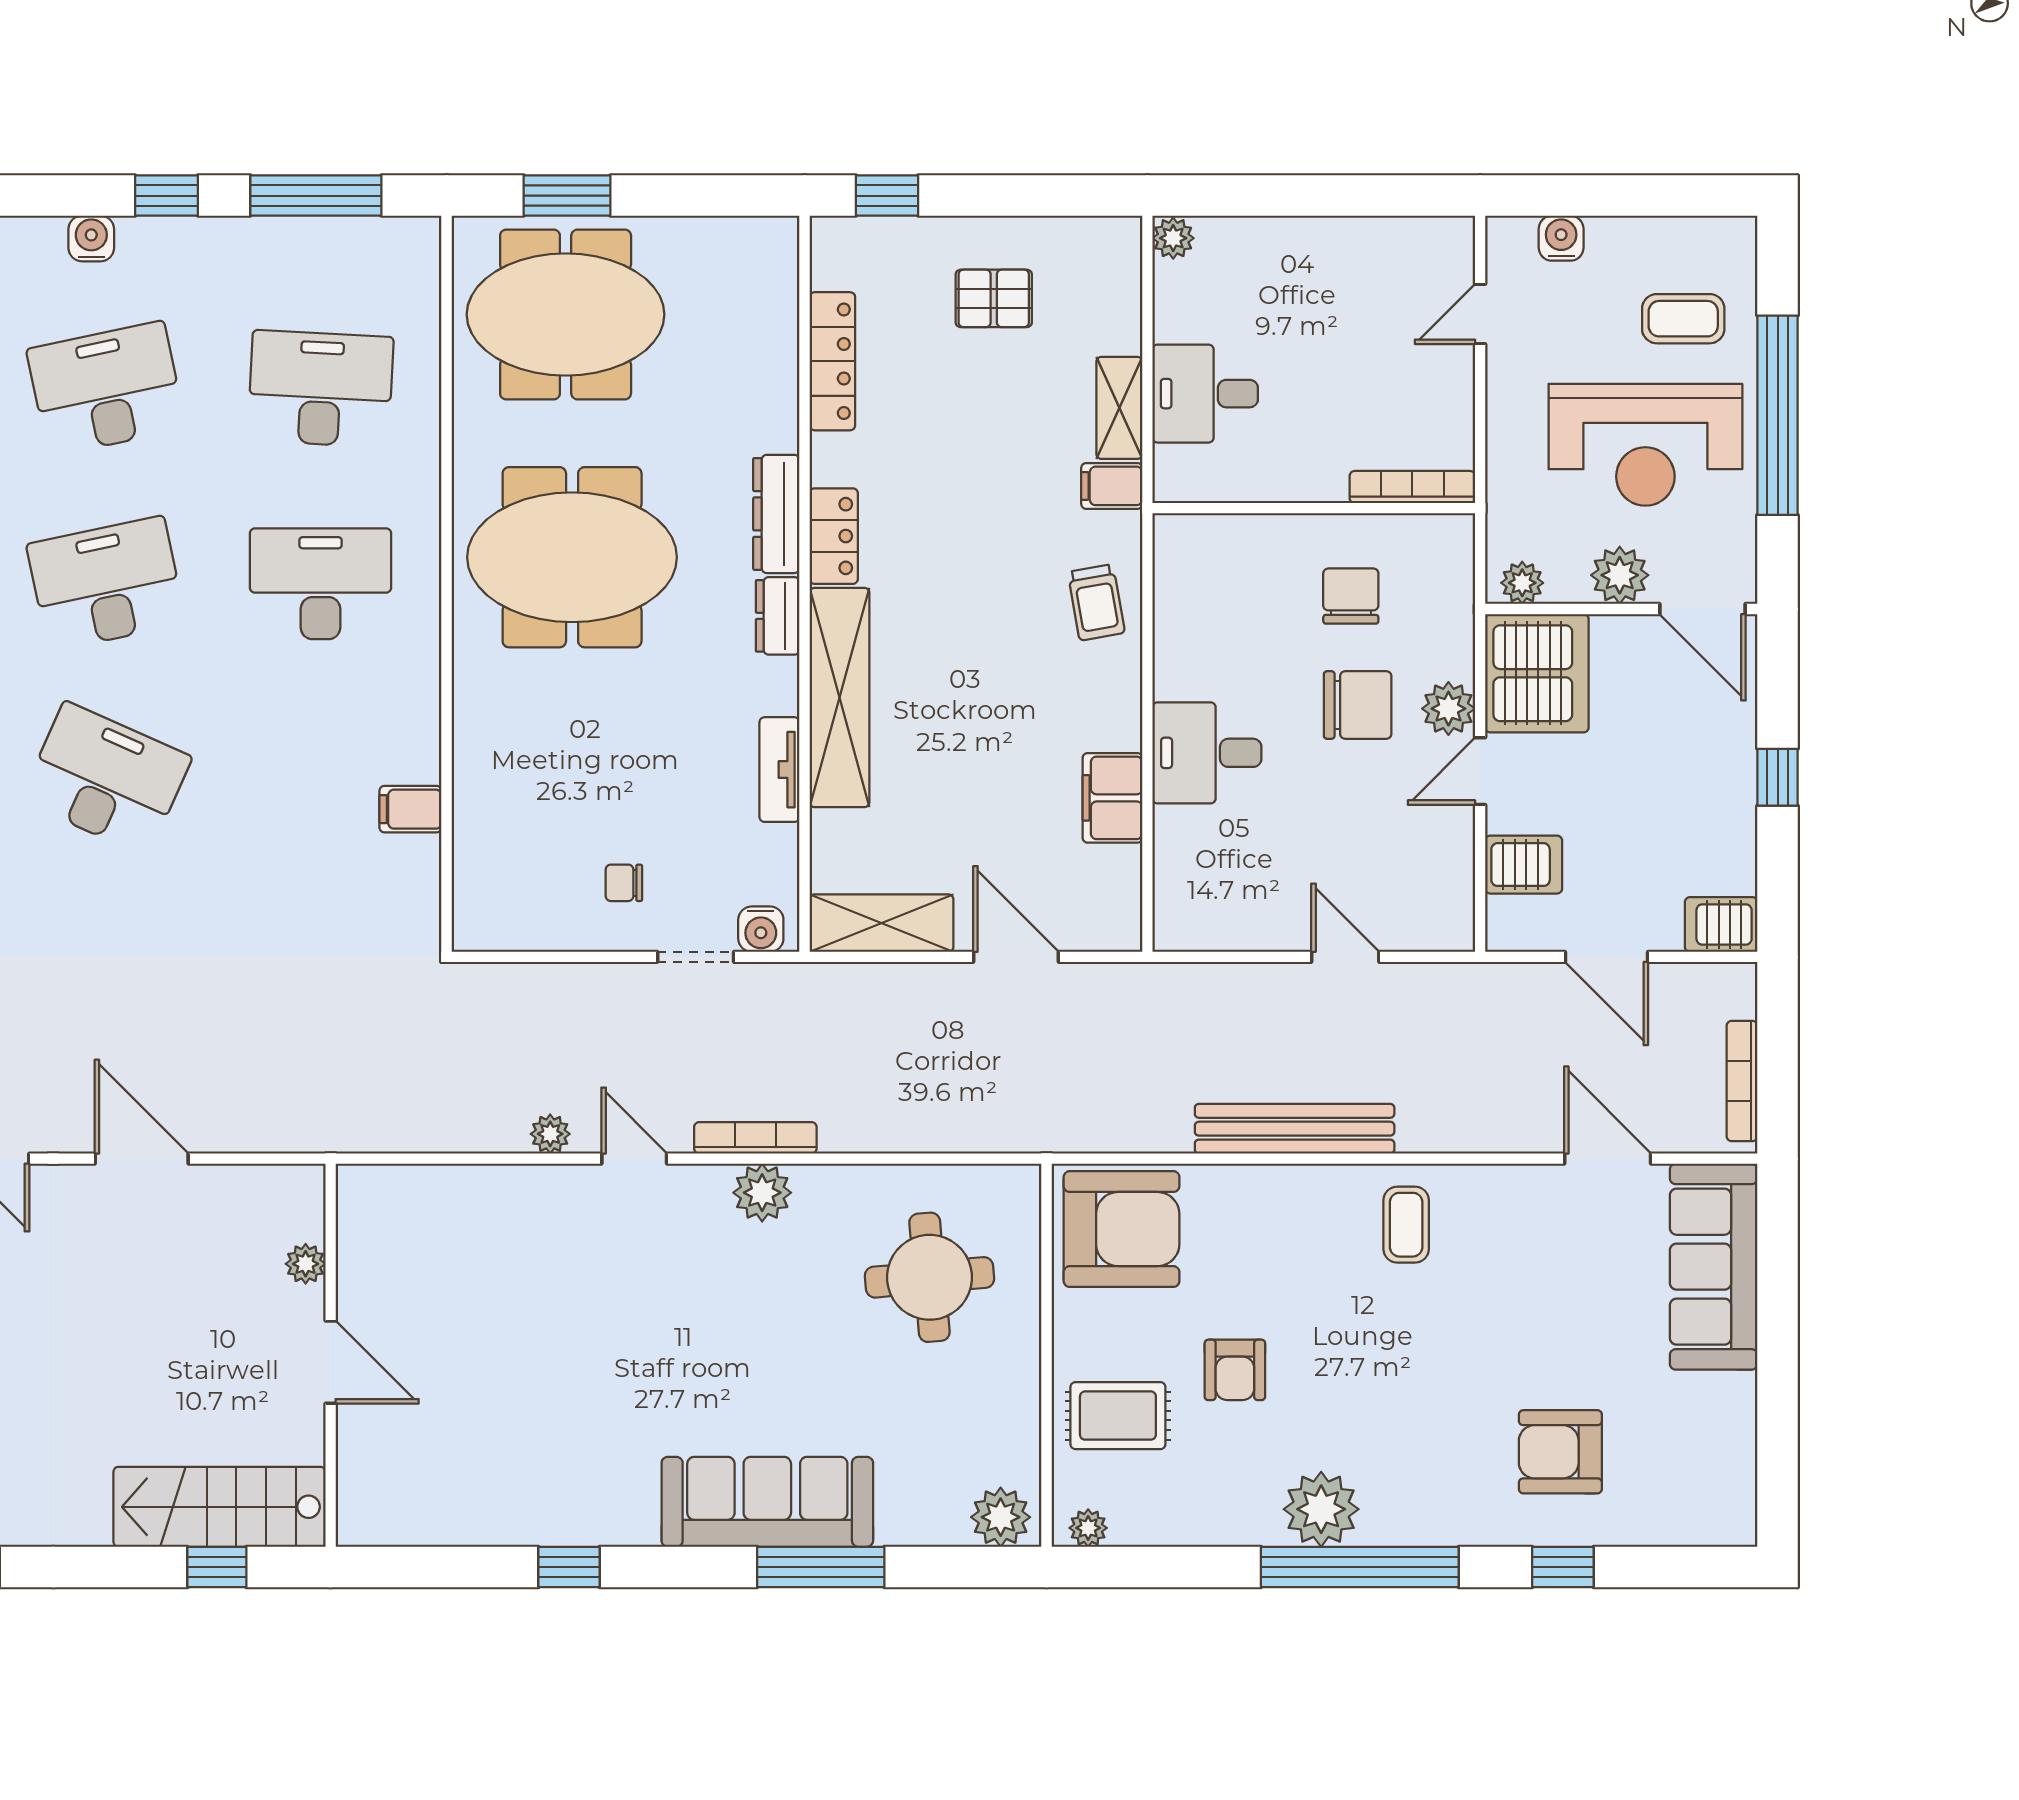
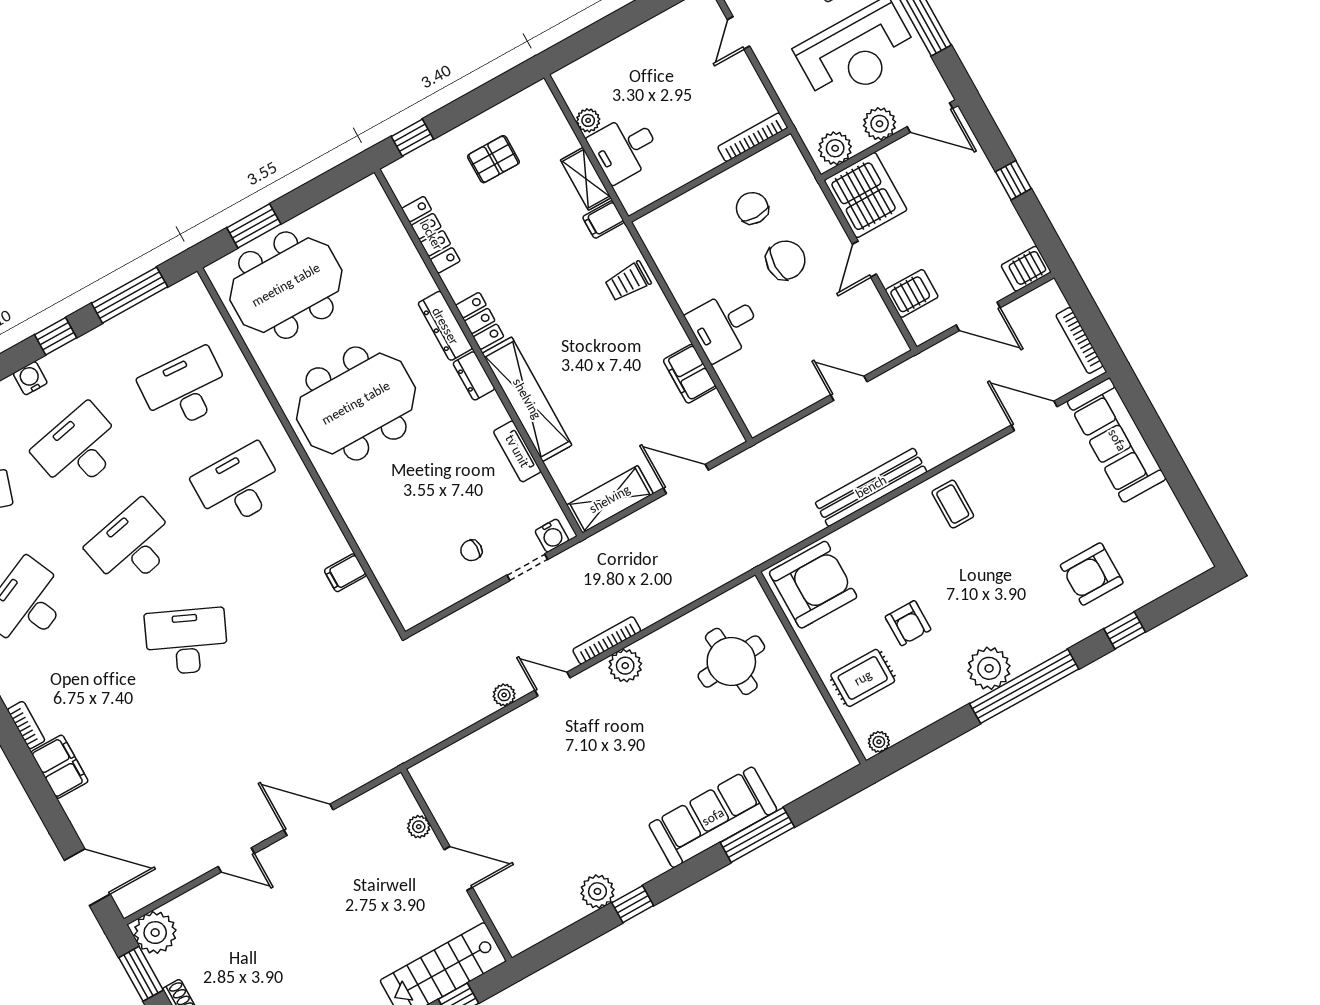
plant: (1173, 238) -> (588, 120), moved
plant: (1522, 583) -> (835, 148), width x1.38, depth x1.38
trolley: (1096, 602) -> (628, 281), turned 100
plant: (1448, 709) -> (832, 237), removed
plant: (1001, 1517) -> (597, 891), moved

